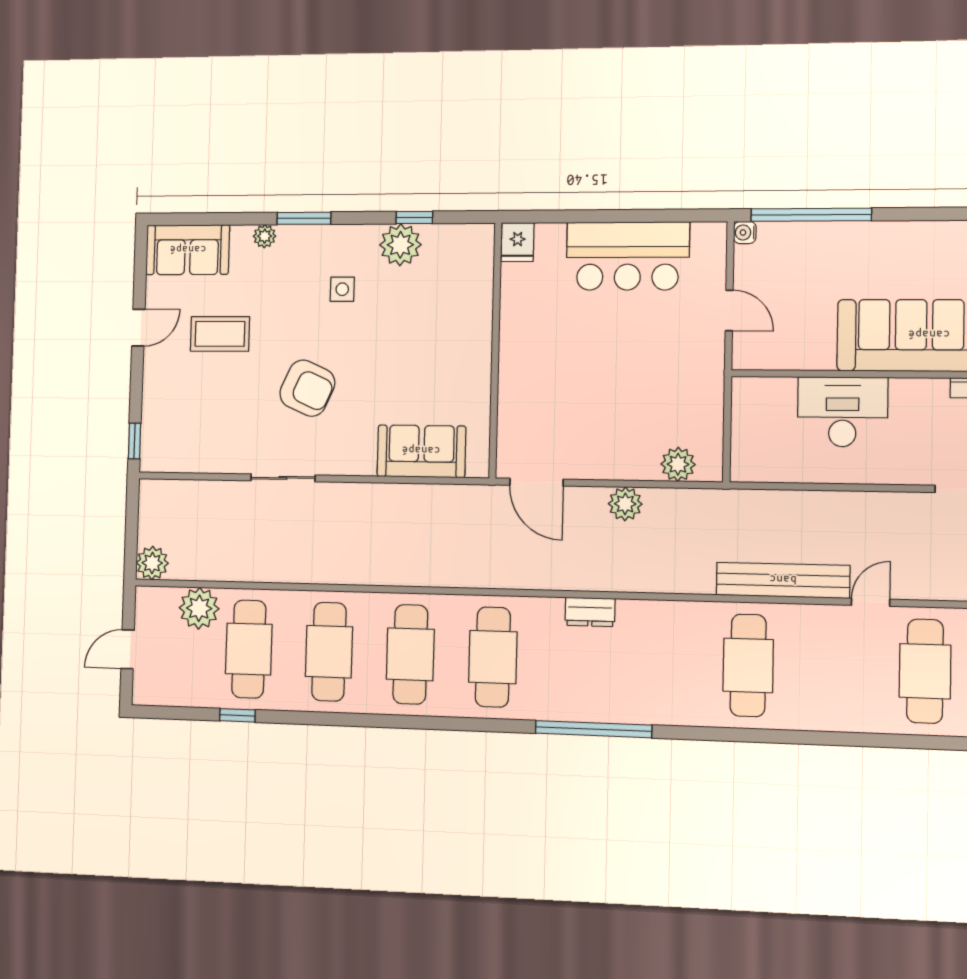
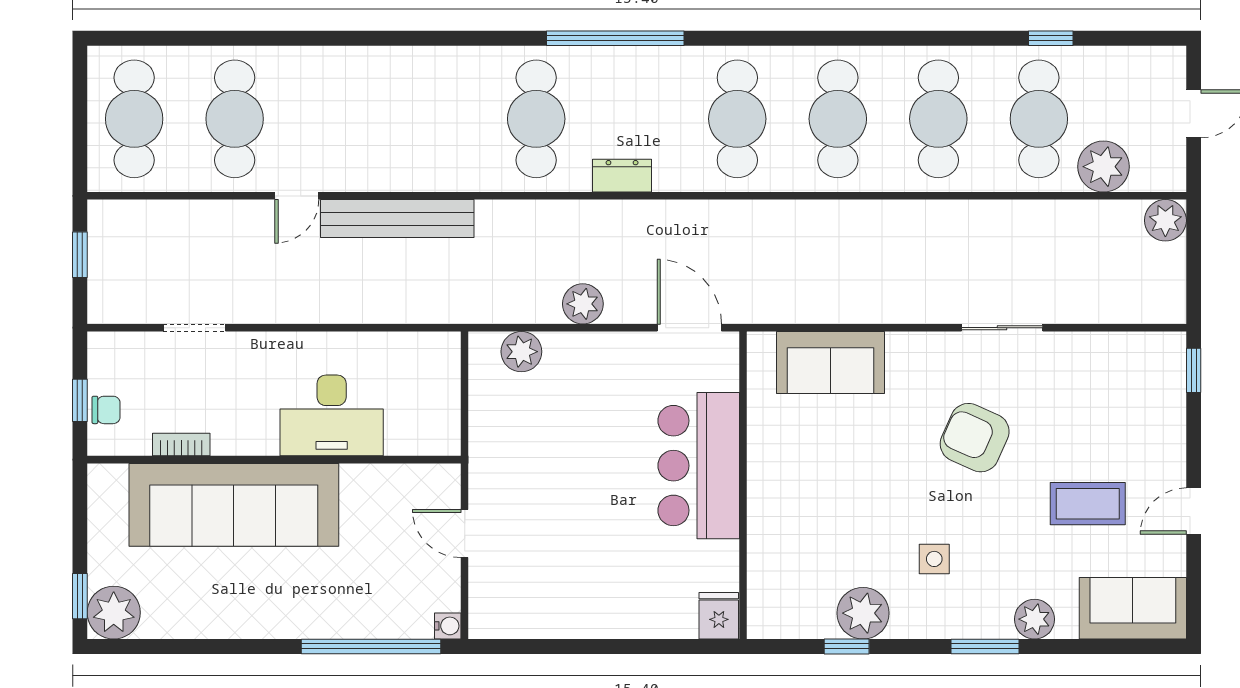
plant: (265, 236) -> (1034, 619), width x1.38, depth x1.38
bar counter: (628, 256) -> (699, 466), moved, turned -90
cafe table: (748, 665) -> (536, 119), moved

